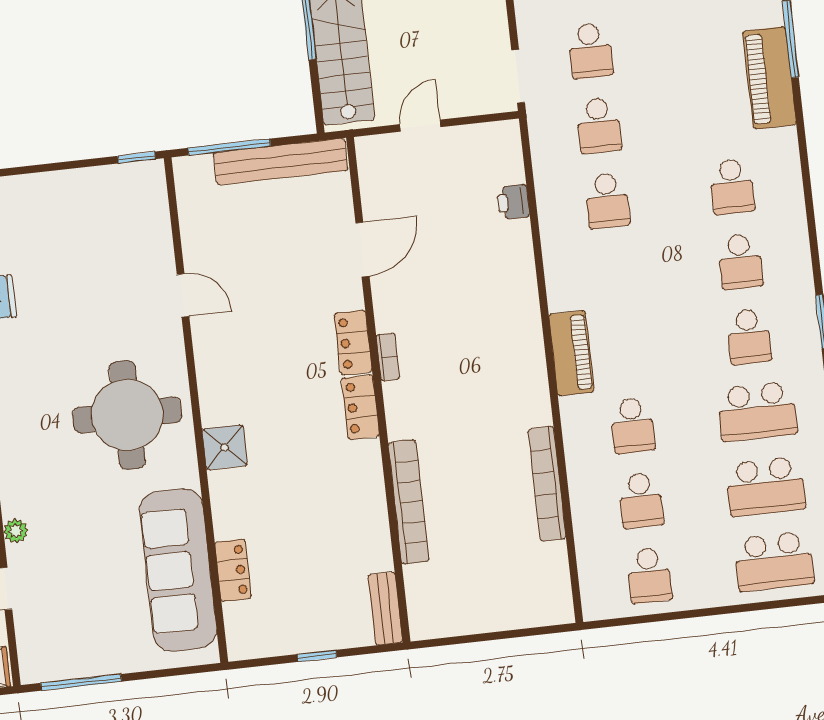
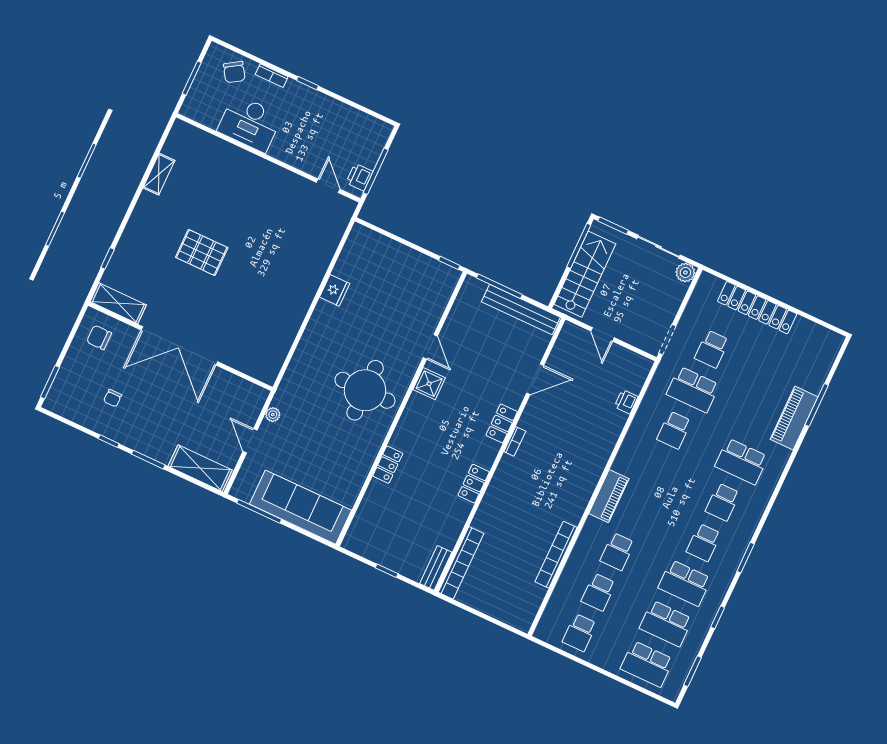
door: (420, 126) -> (603, 334), swing flipped
school desk: (599, 126) -> (693, 390), width x1.85
school desk: (732, 187) -> (741, 461), width x1.85
locker: (360, 407) -> (474, 484), moved
shower: (225, 447) -> (429, 384), moved
bookcase: (409, 502) -> (461, 563), moved
sofa: (178, 570) -> (300, 507), moved, turned 90
locker: (233, 570) -> (388, 465), moved

